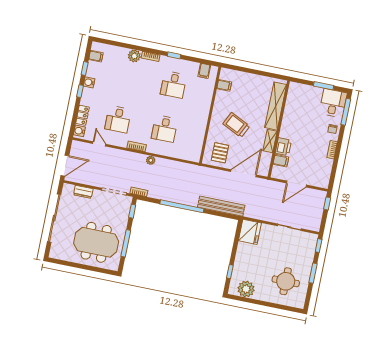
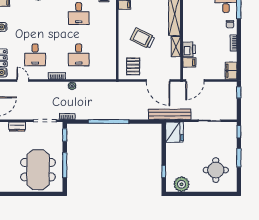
door: (243, 173) -> (158, 80), swing flipped
filing cabinet: (324, 179) -> (231, 71), added
door: (296, 184) -> (195, 80), moved
bench: (221, 206) -> (170, 114), moved
meeting table: (96, 242) -> (38, 170), turned 90

